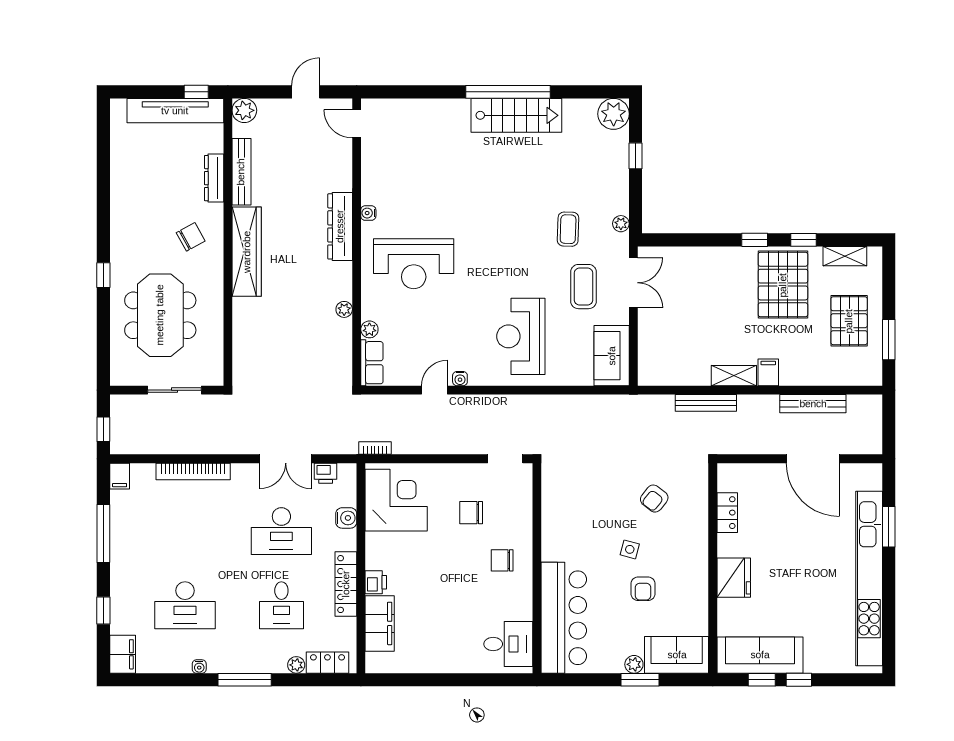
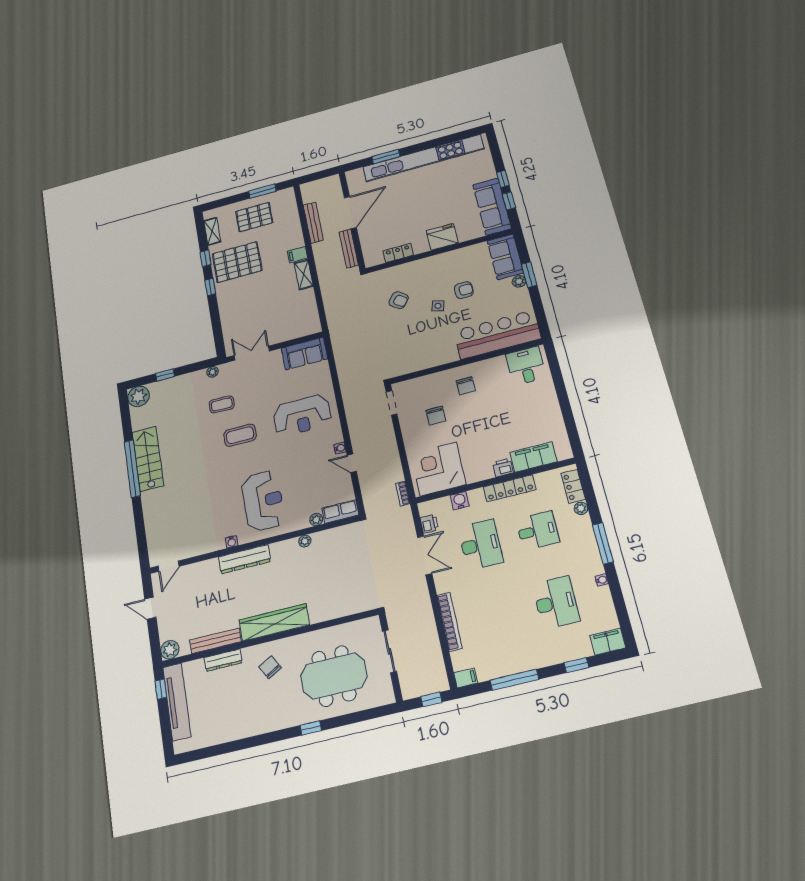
coffee table: (583, 287) -> (240, 435), moved
bench: (706, 403) -> (349, 249), moved

